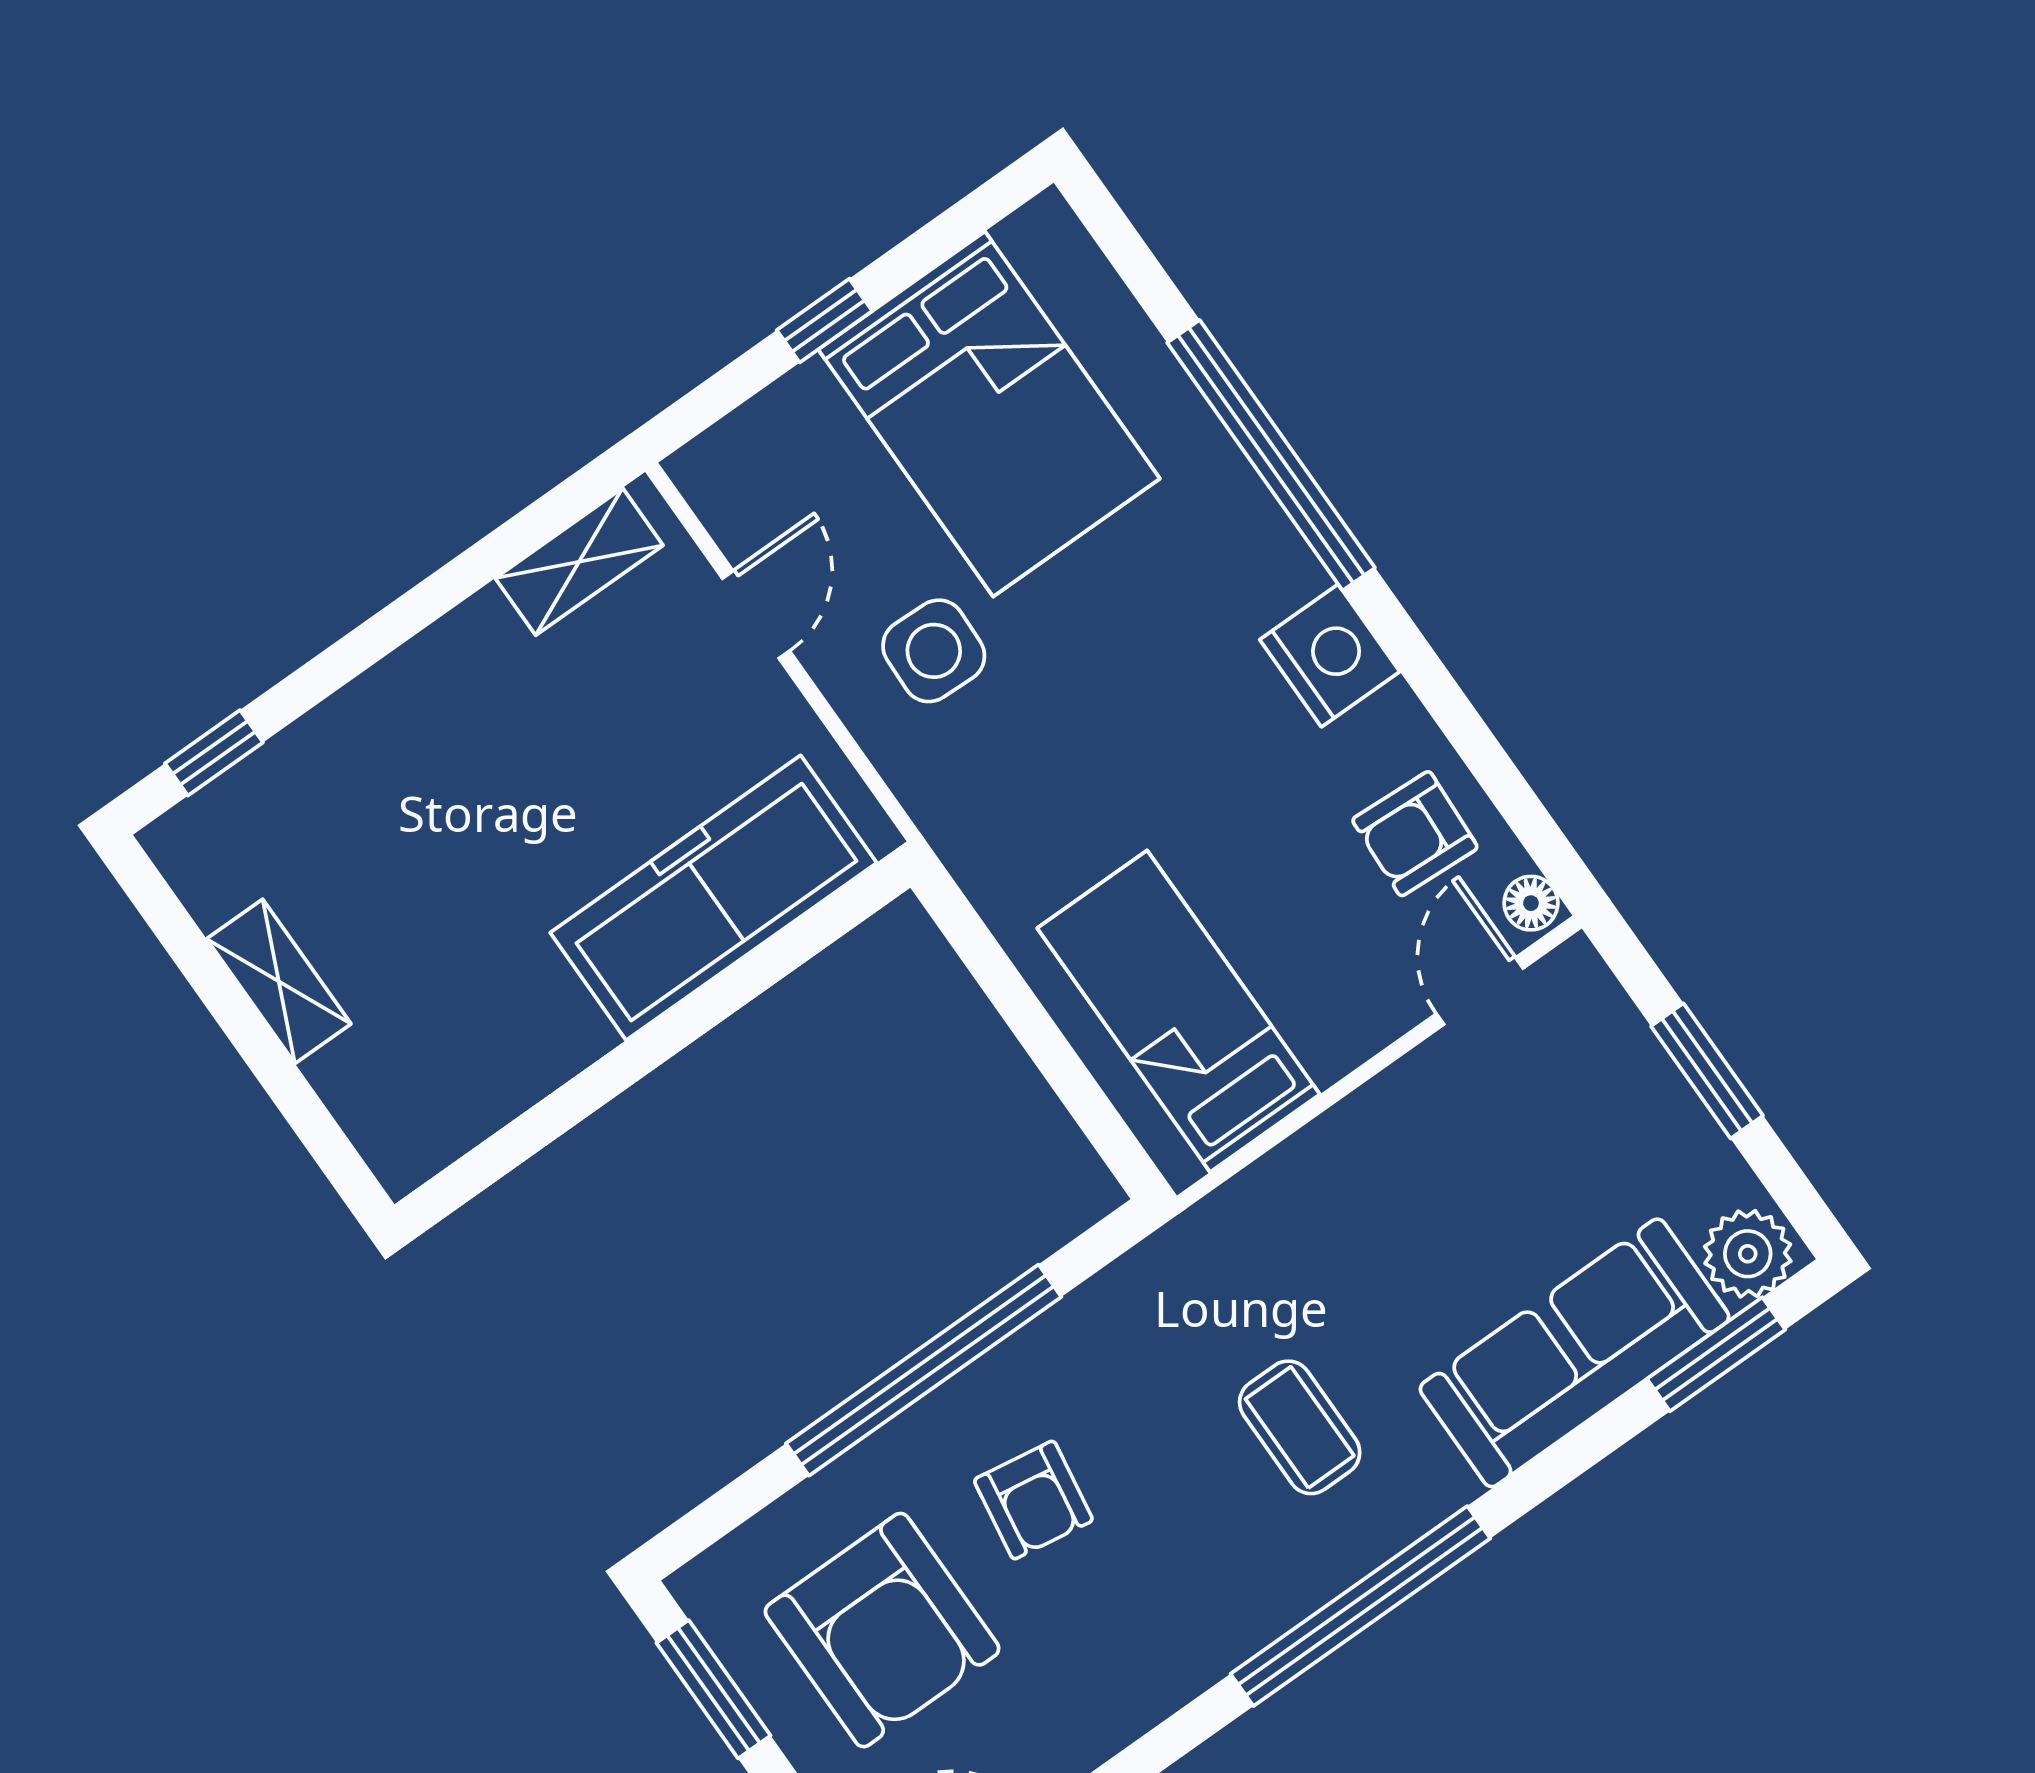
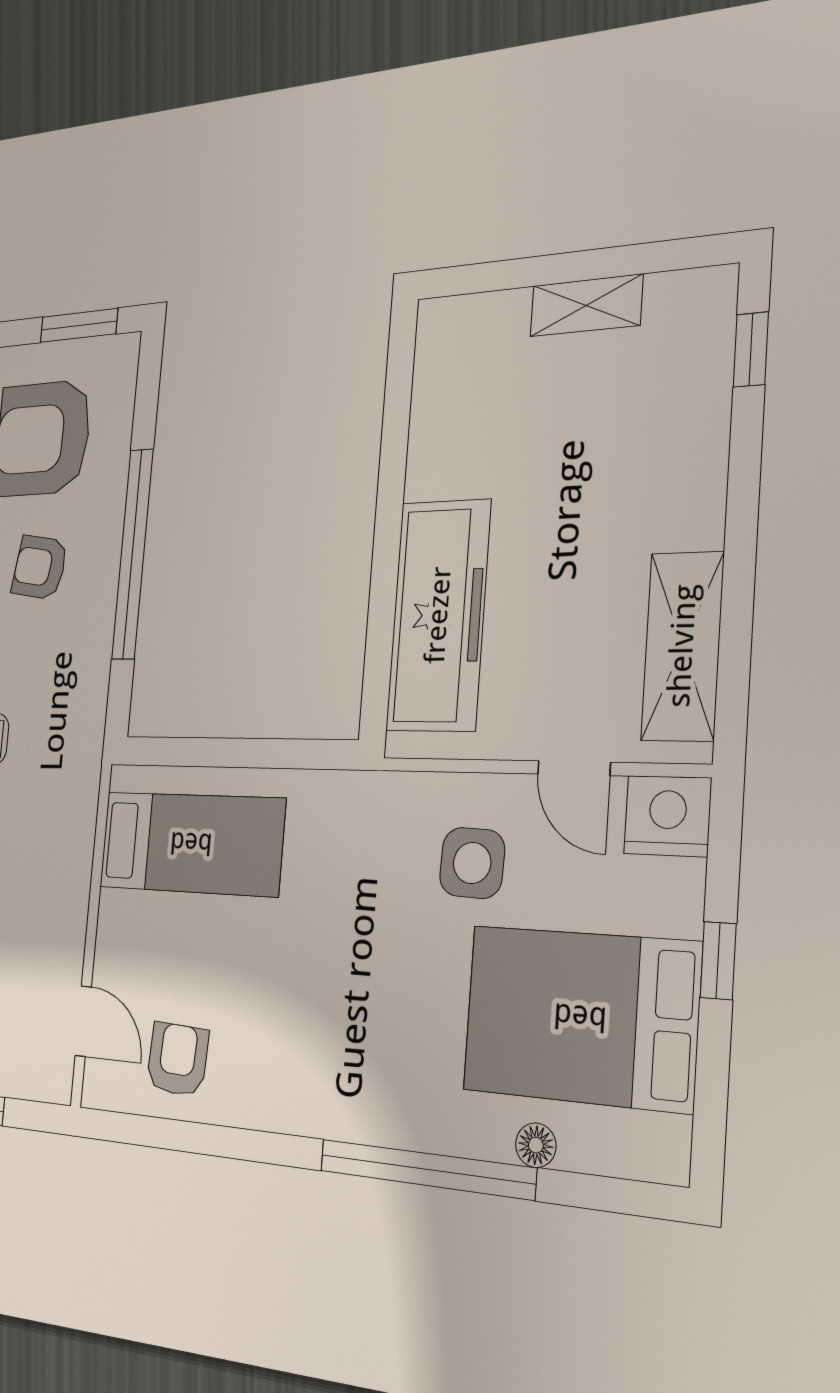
shelving: (579, 562) -> (682, 646), width x1.50, depth x1.33
nightstand: (1330, 656) -> (668, 816), moved, turned 180
floor lamp: (1531, 903) -> (536, 1145), moved

